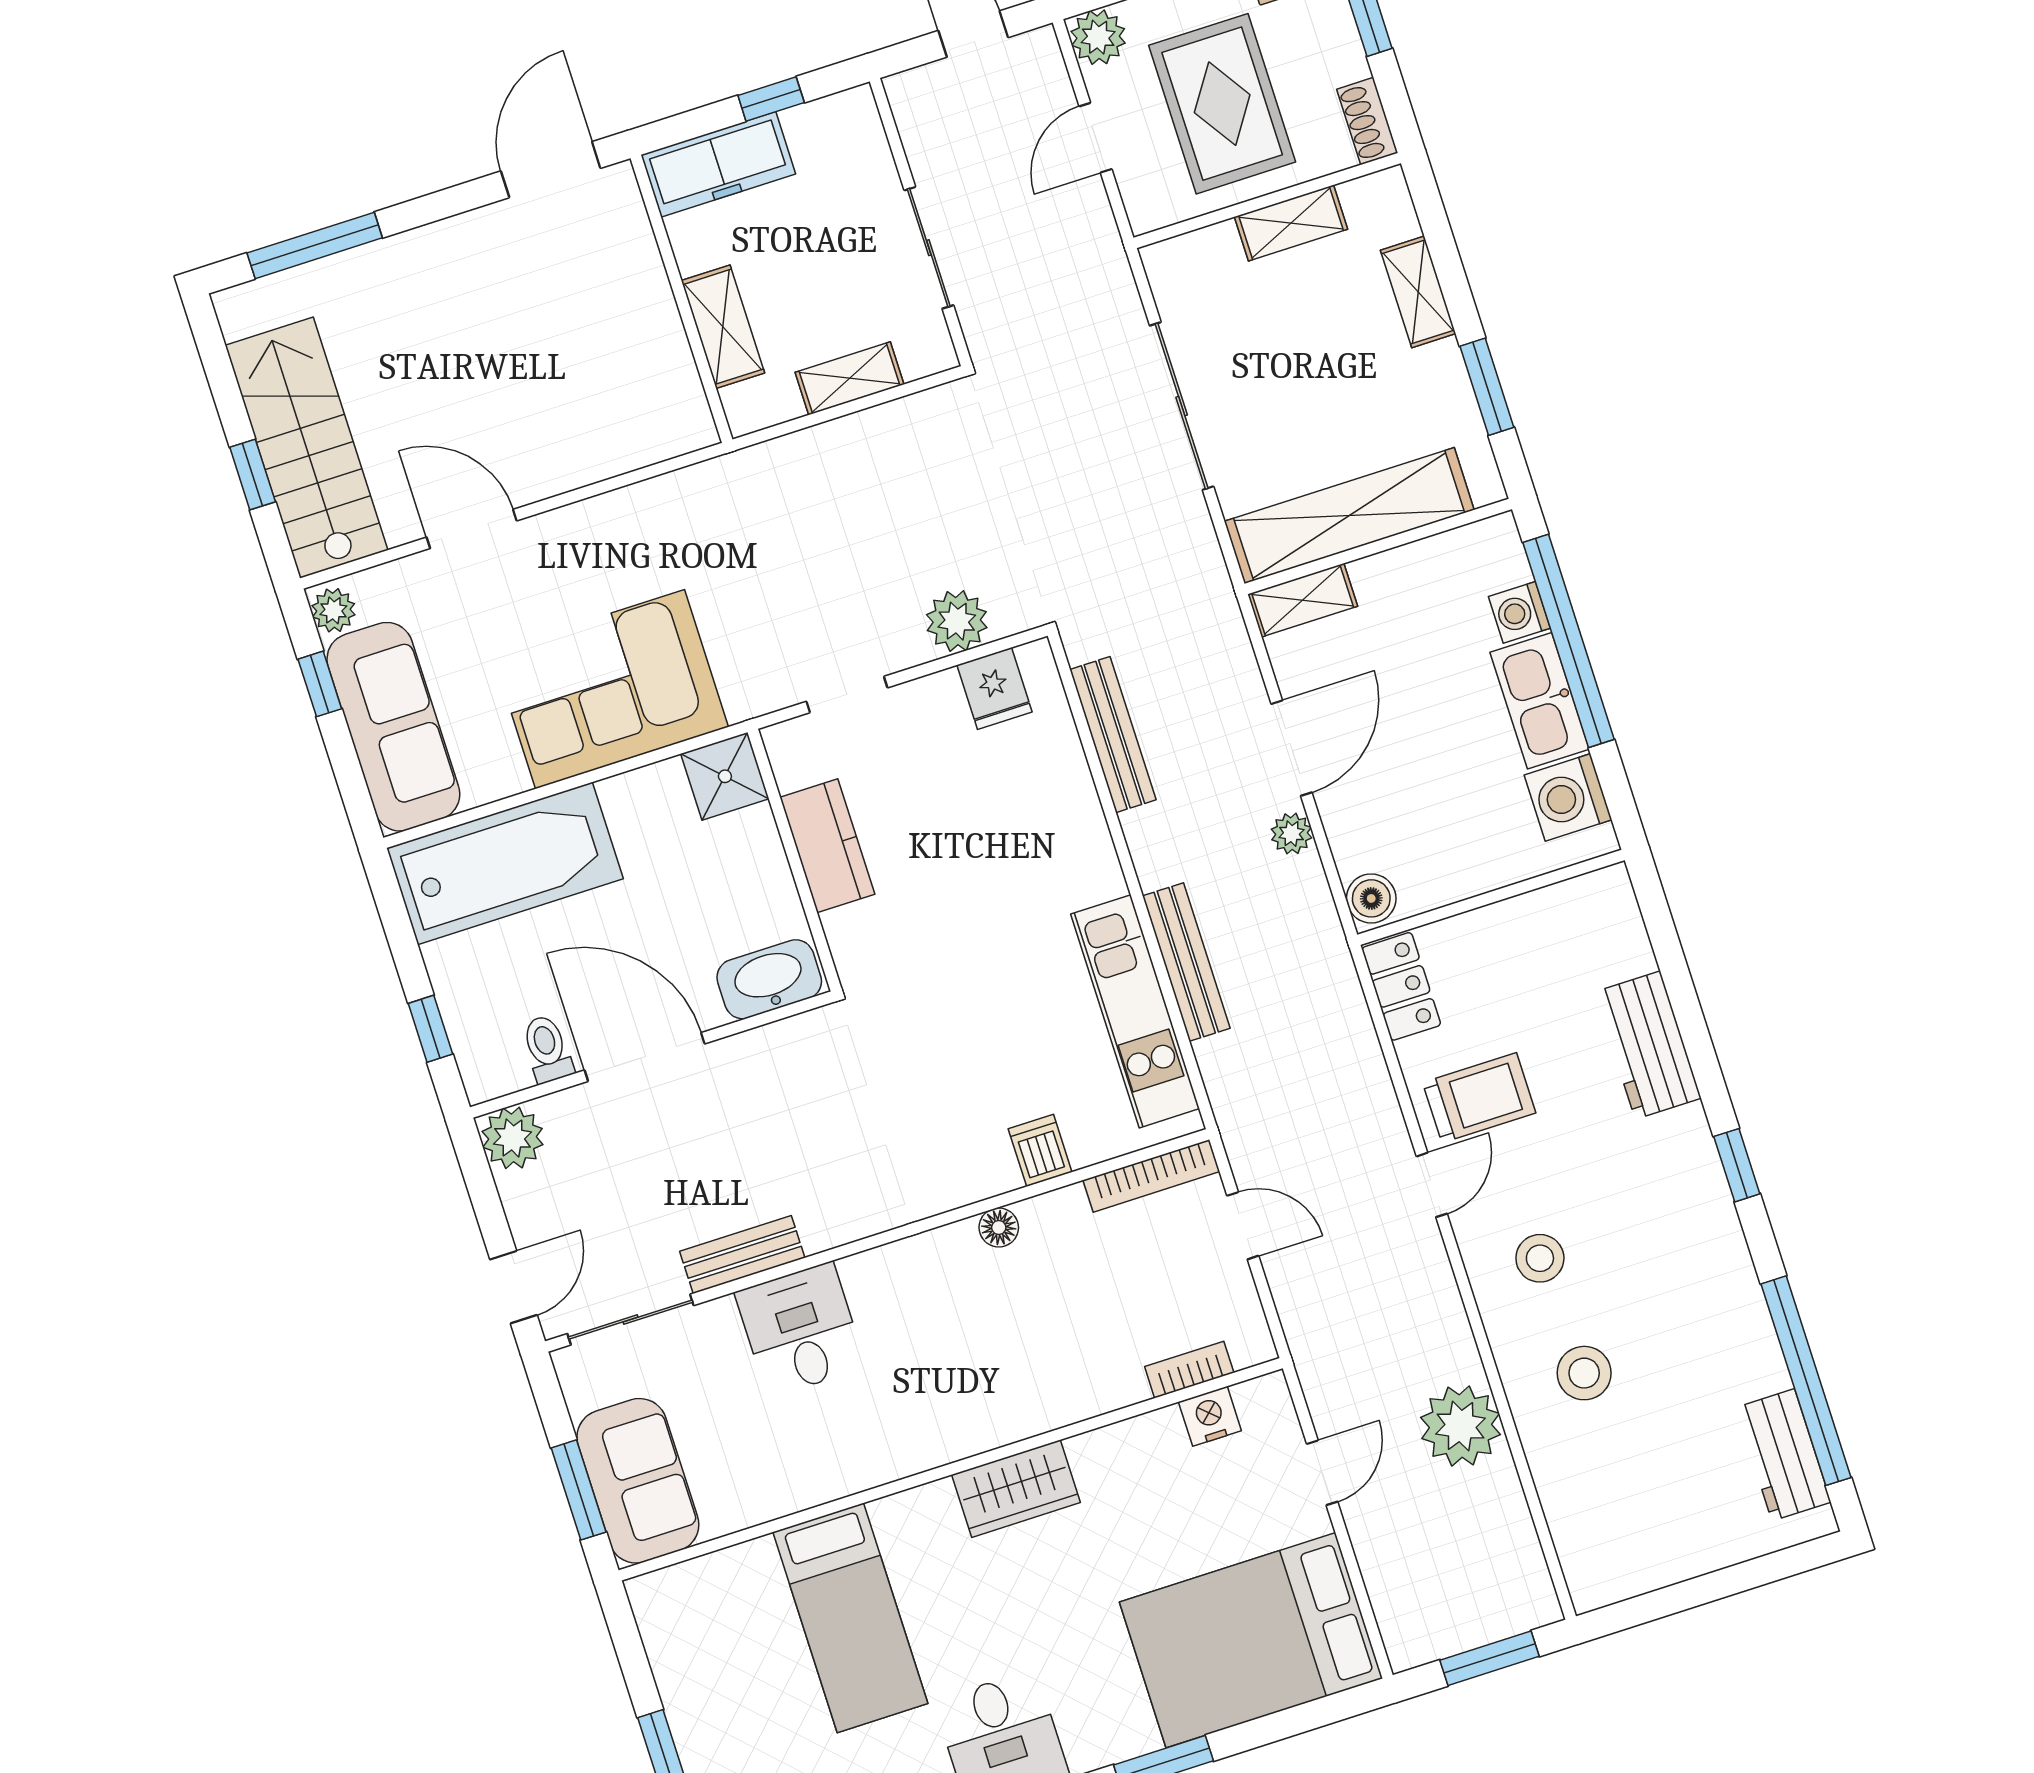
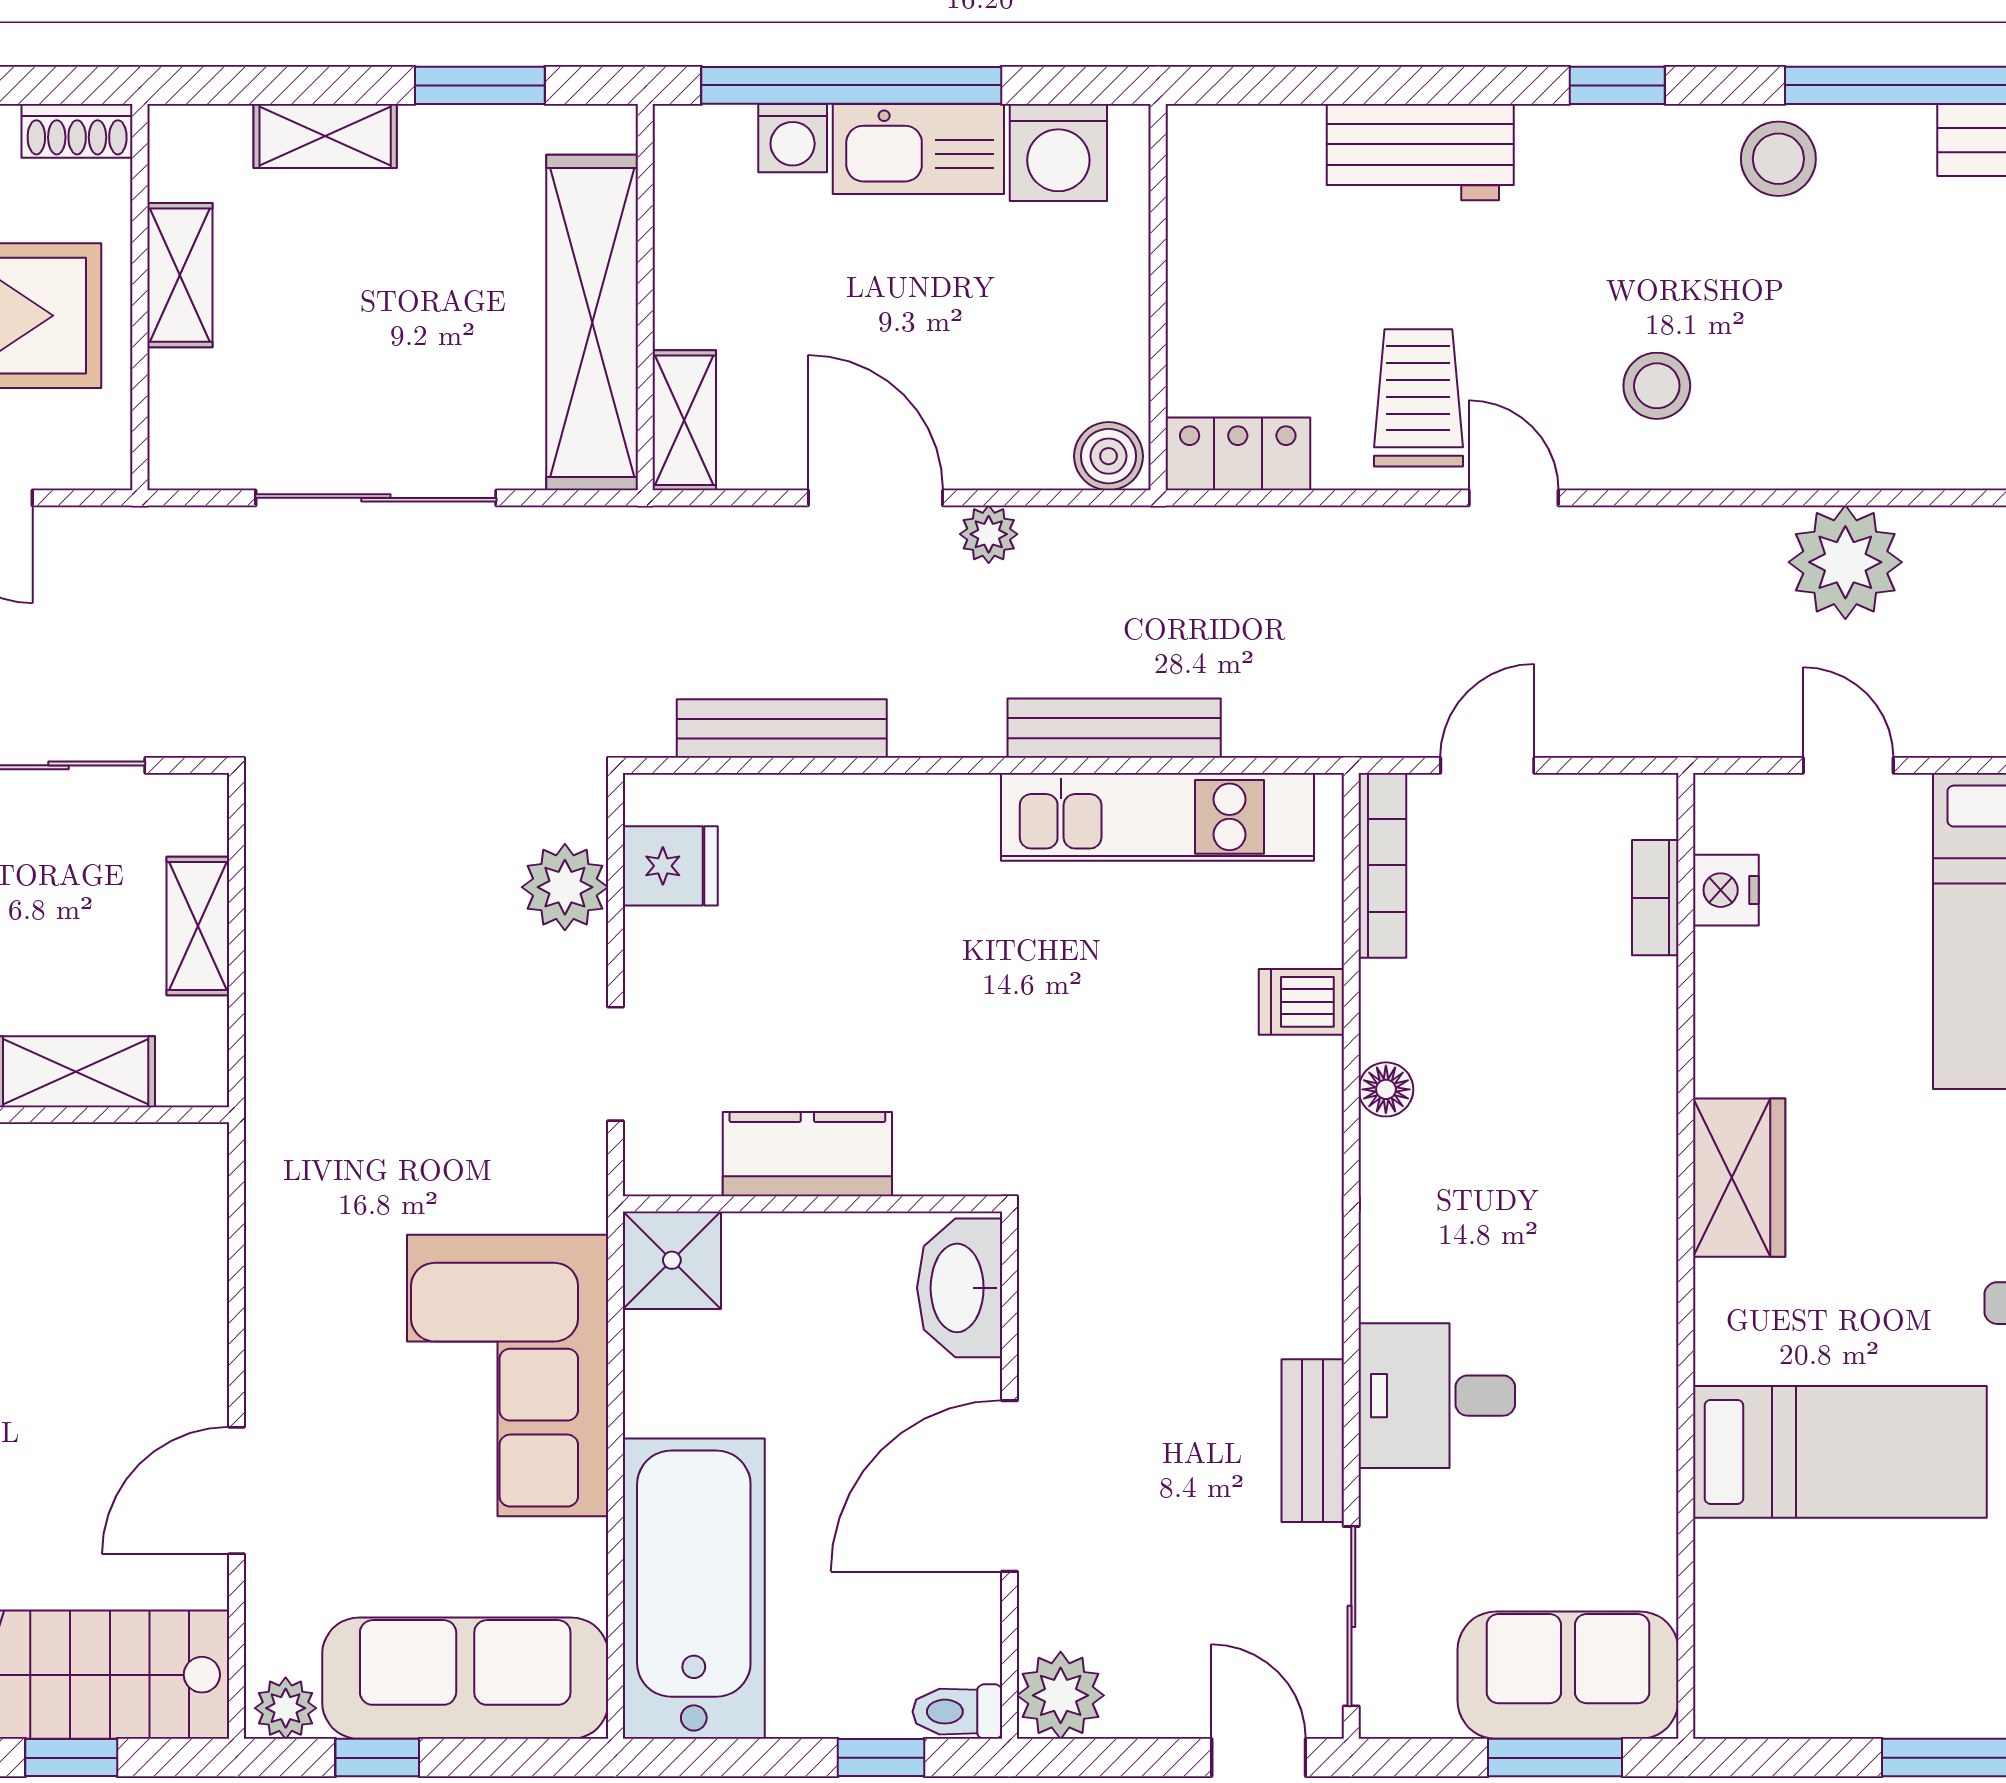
toilet: (547, 1049) -> (957, 1712), moved
stool: (1584, 1373) -> (1778, 159), moved

